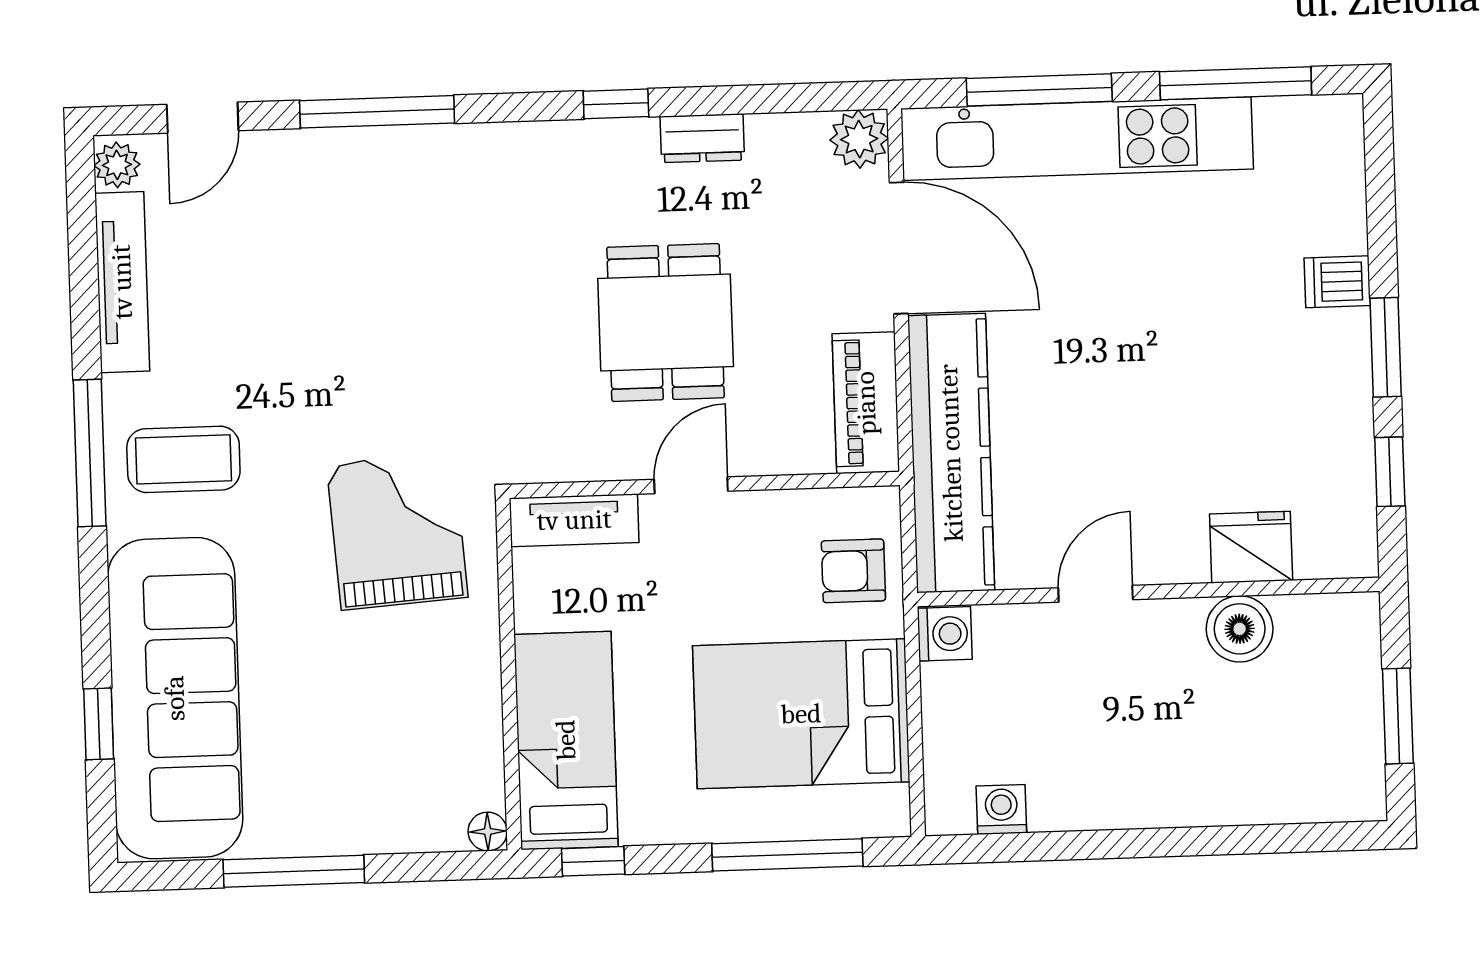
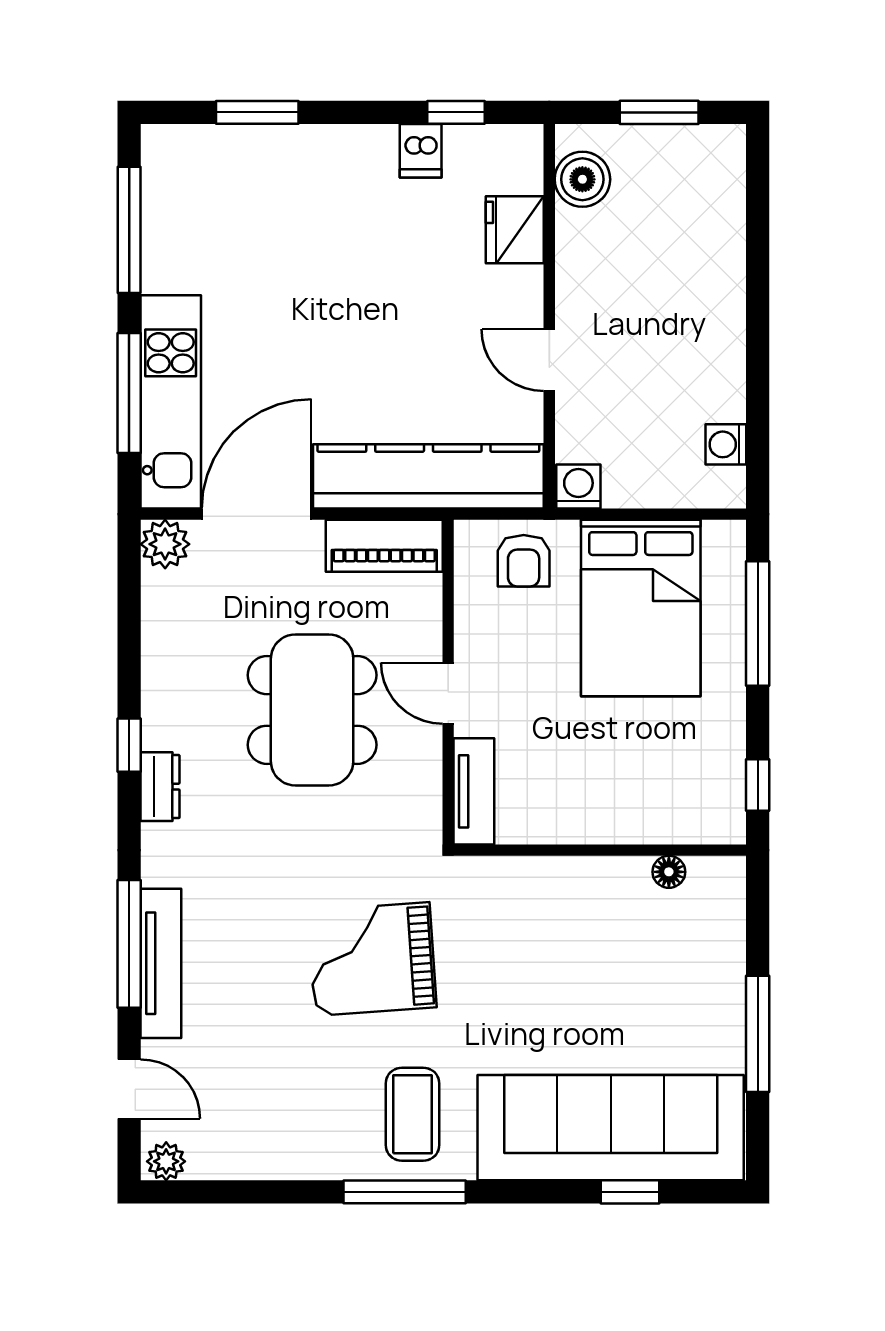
dresser: (702, 138) -> (160, 787), moved
kitchen unit: (1077, 139) -> (171, 402), width x0.73
tv unit: (122, 282) -> (161, 963), moved, turned 90
dishwasher: (1337, 282) -> (421, 151), moved
dining table: (666, 322) -> (312, 710), width x1.38
window: (1386, 347) -> (257, 112), moved
grand piano: (397, 531) -> (372, 959), moved
boiler: (1240, 629) -> (582, 179), moved
bed: (566, 740) -> (657, 804), removed
floor lamp: (488, 831) -> (669, 872), moved

